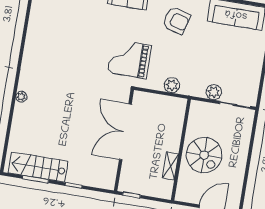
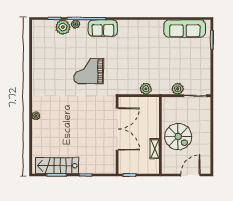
armchair: (176, 20) -> (141, 40), removed
grand piano: (129, 59) -> (89, 71), moved
double door: (125, 132) -> (117, 129), swing flipped

